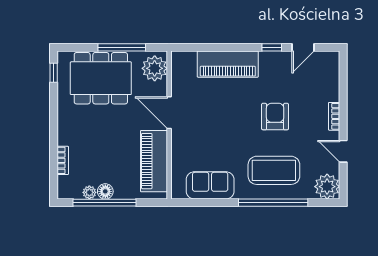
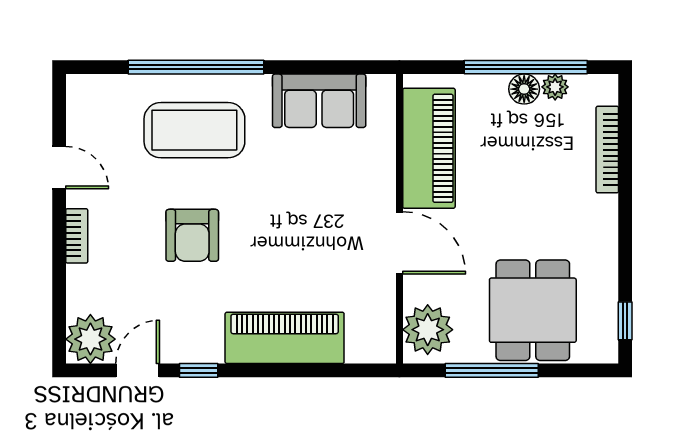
dining table: (101, 78) -> (533, 310), width x0.73
bookcase: (63, 160) -> (607, 150), width x1.56
plant: (327, 187) -> (90, 339), moved

